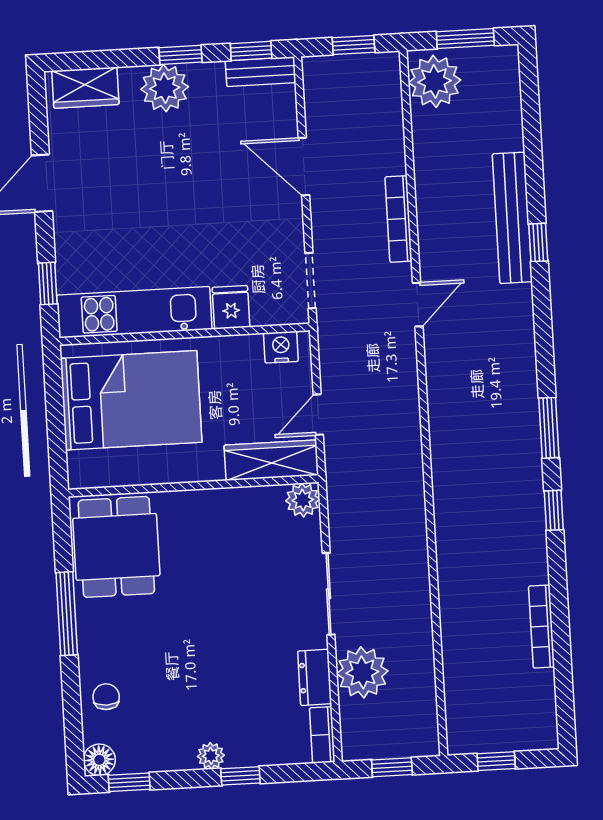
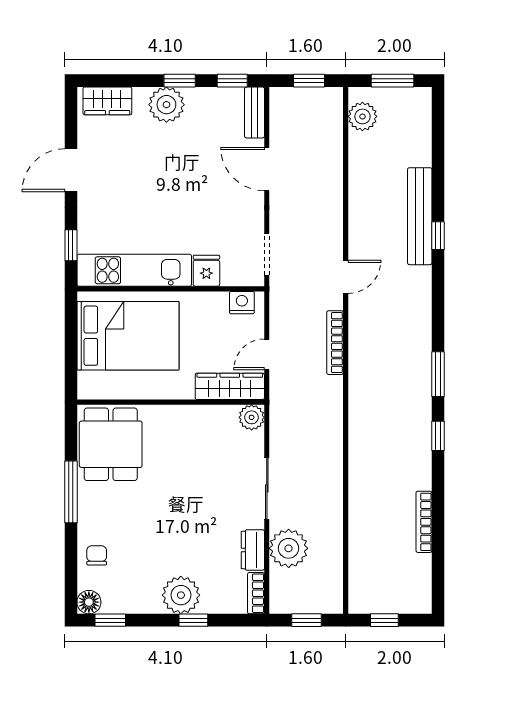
bench: (260, 72) -> (255, 112), moved, turned 90
plant: (435, 81) -> (362, 116), width x0.73, depth x0.73
bookcase: (399, 219) -> (335, 343), moved
plant: (211, 756) -> (181, 595), width x1.88, depth x1.88

